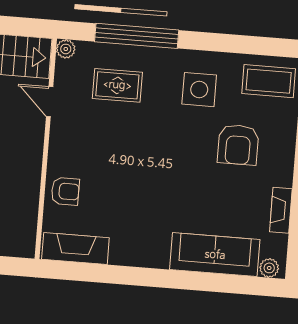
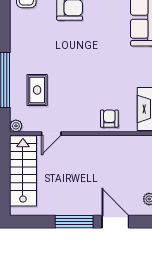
side table: (199, 90) -> (36, 36), removed

